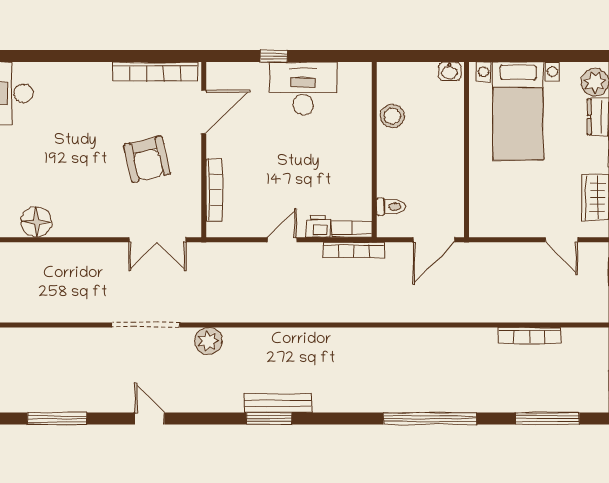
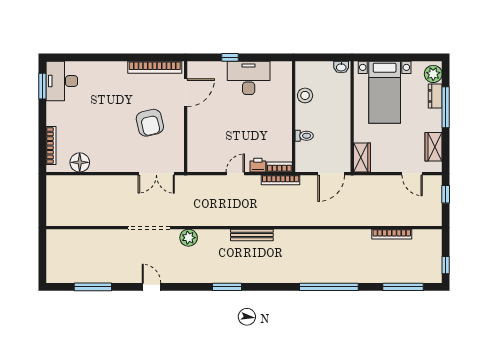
bookcase: (214, 190) -> (192, 142), removed
toilet: (391, 207) -> (304, 136), moved
wardrobe: (482, 214) -> (362, 157), added
bench: (278, 403) -> (252, 235), moved

